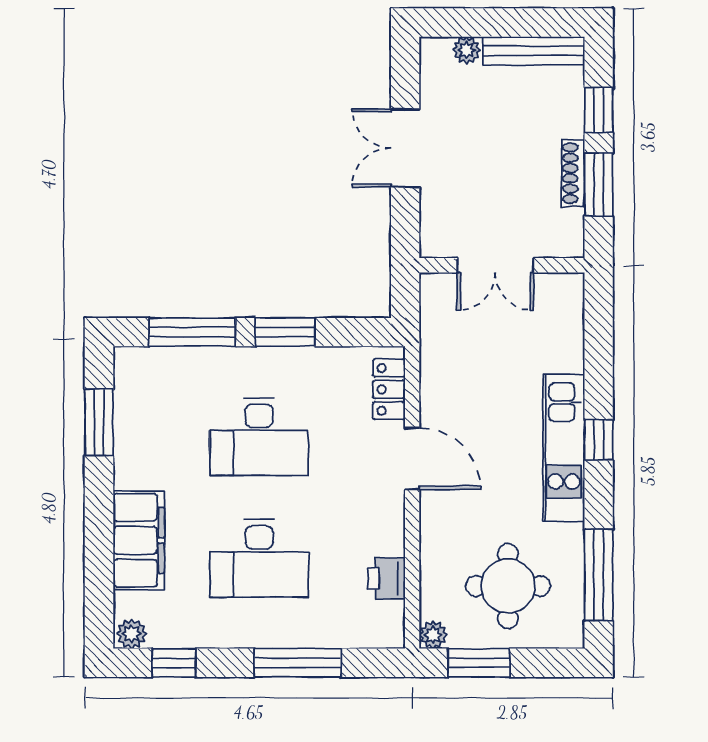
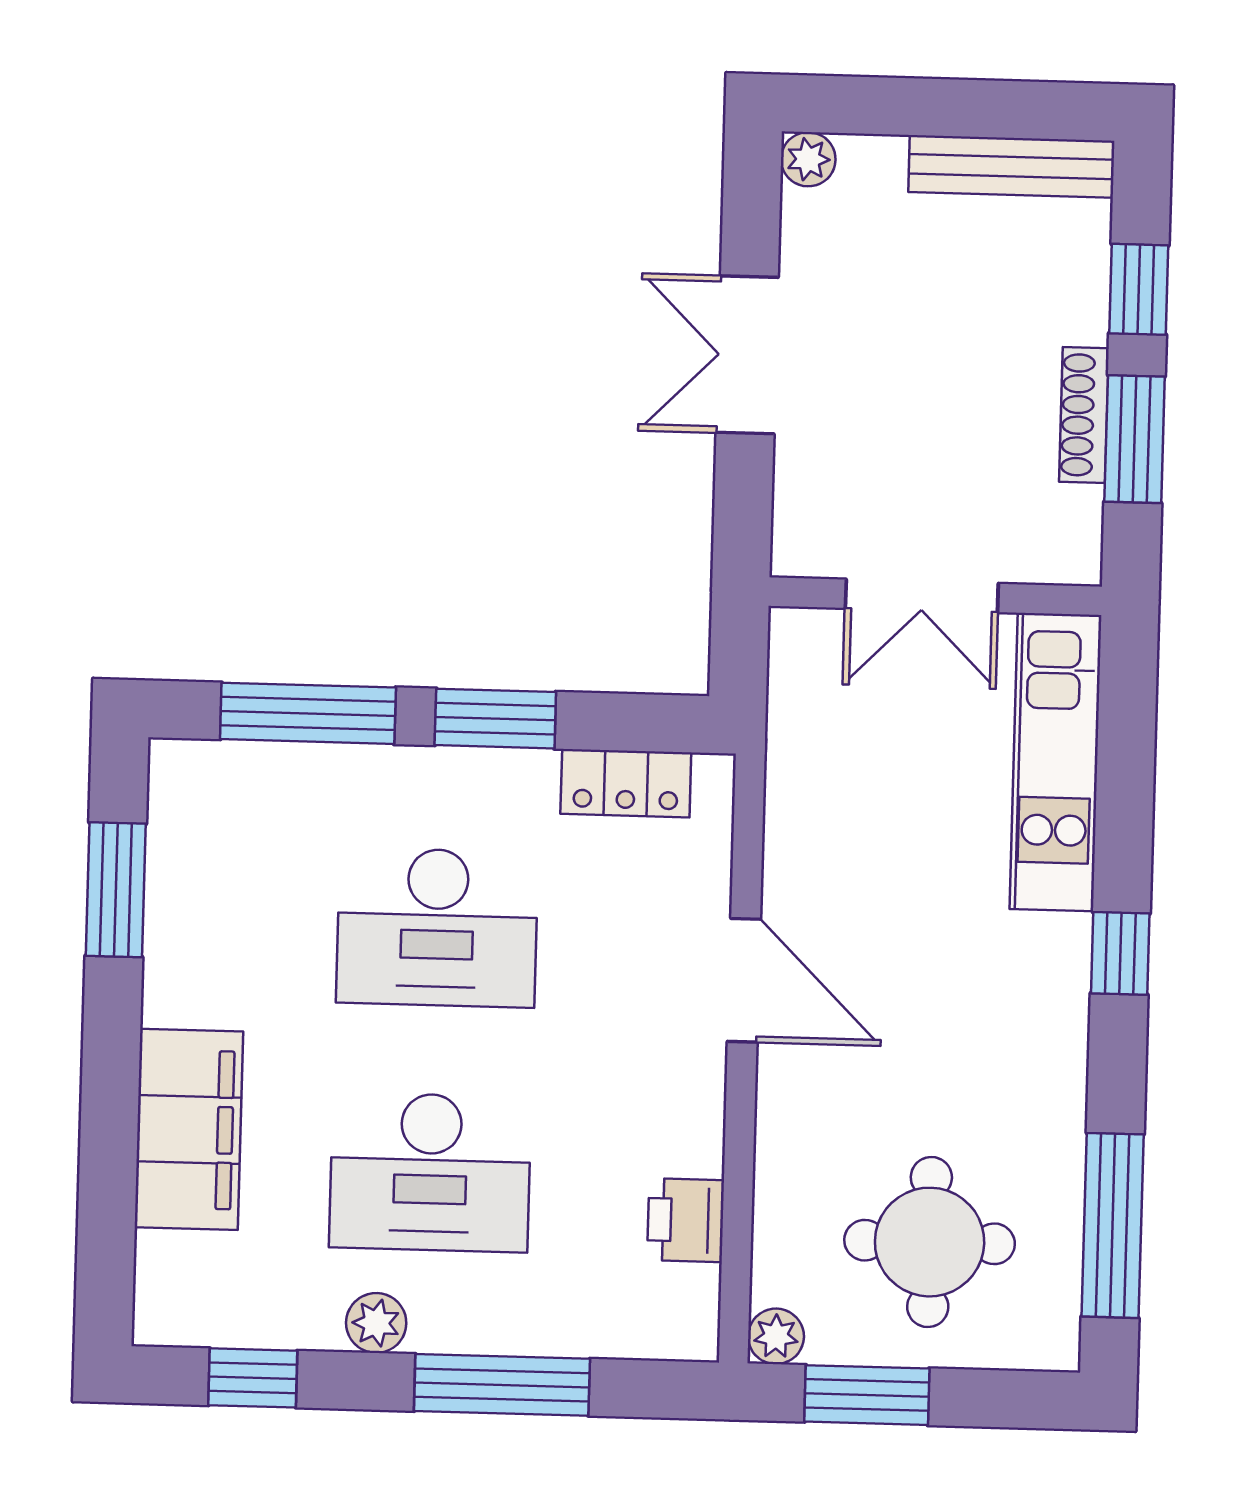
plant: (467, 50) -> (808, 159), moved
locker: (389, 389) -> (626, 783), moved, turned -90
kitchen unit: (564, 448) -> (1055, 762), moved
plant: (131, 634) -> (376, 1323), moved

